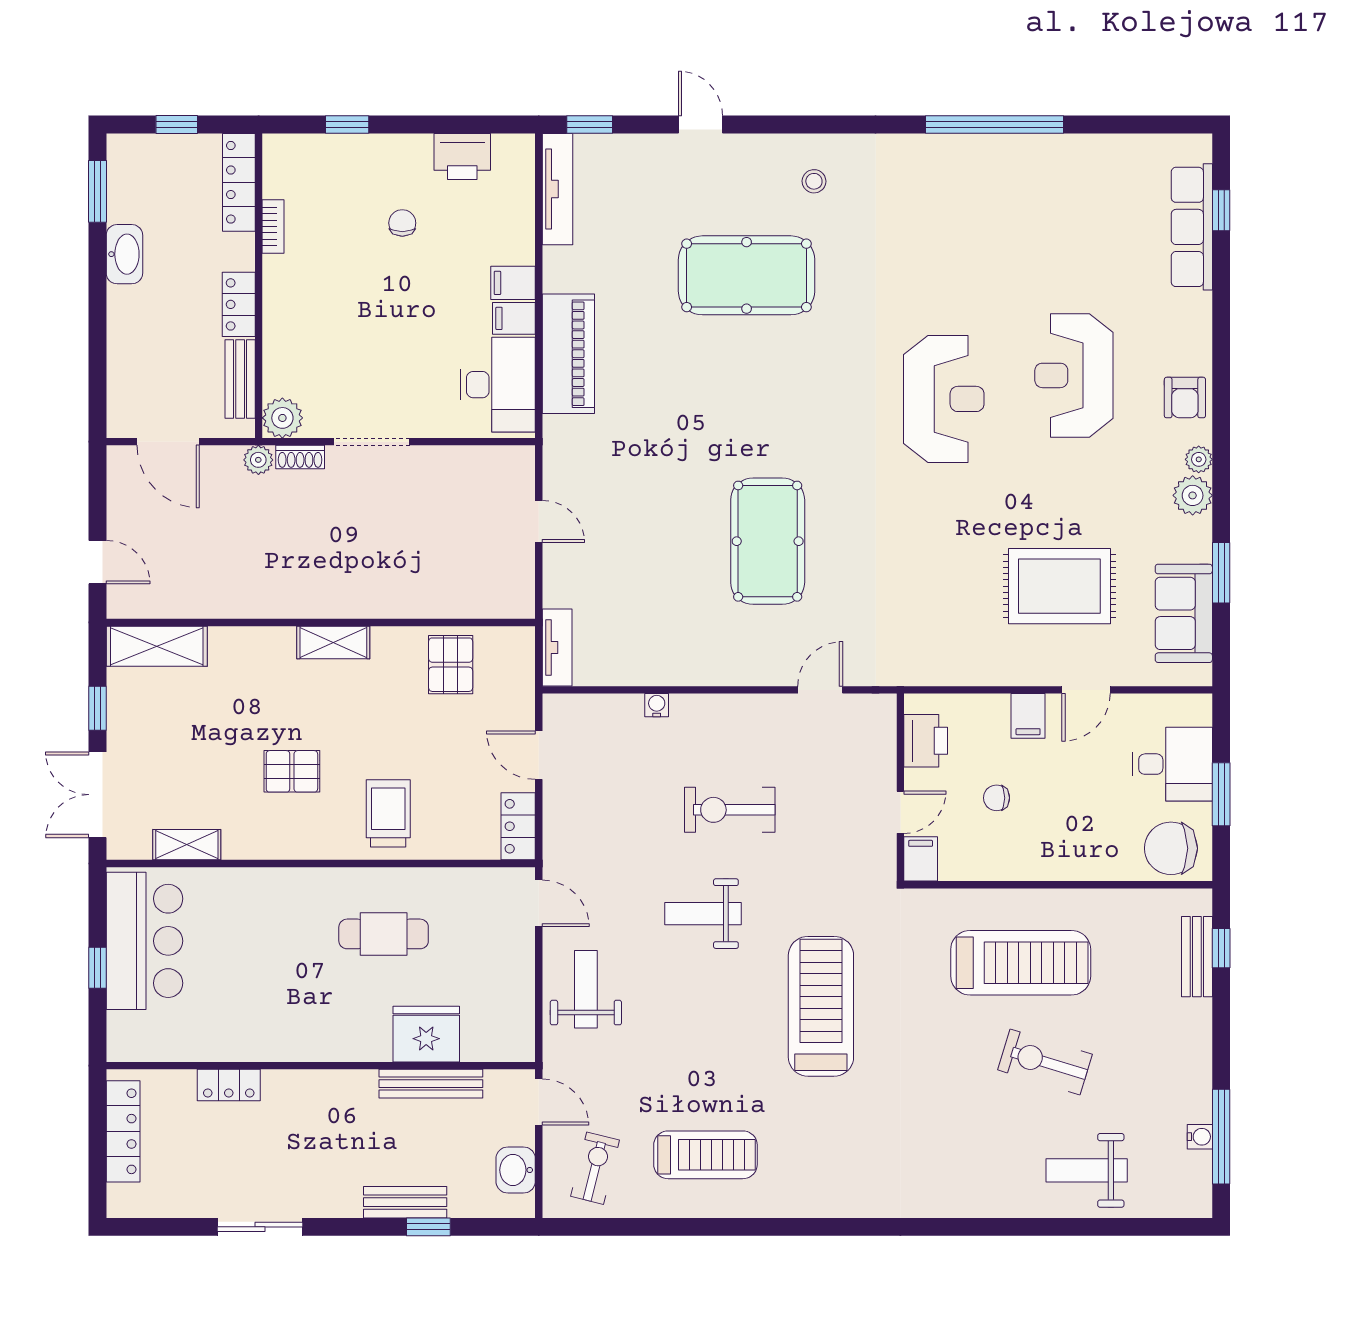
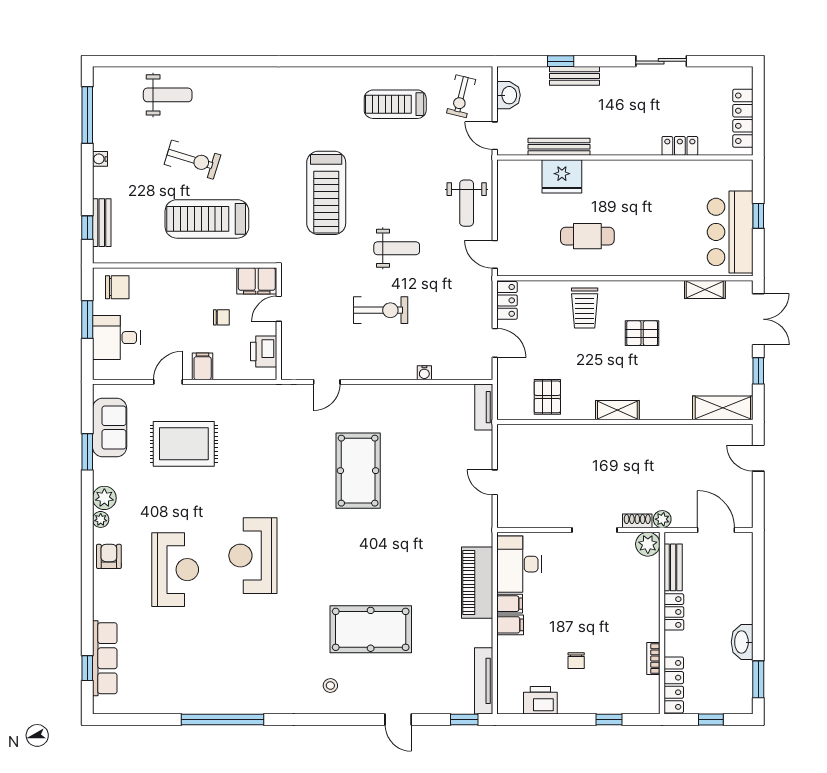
chair: (1171, 848) -> (117, 287), width x0.73, depth x0.73
filing cabinet: (921, 859) -> (257, 281), width x2.00
water cooler: (1200, 1137) -> (100, 159), moved

